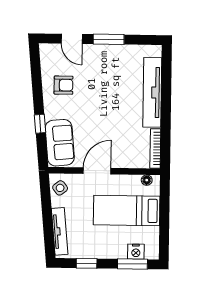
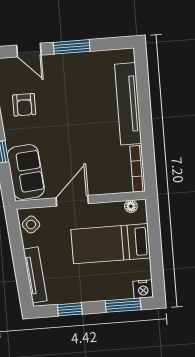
armchair: (63, 85) -> (24, 105), turned 90
nightstand: (136, 252) -> (143, 289), moved

